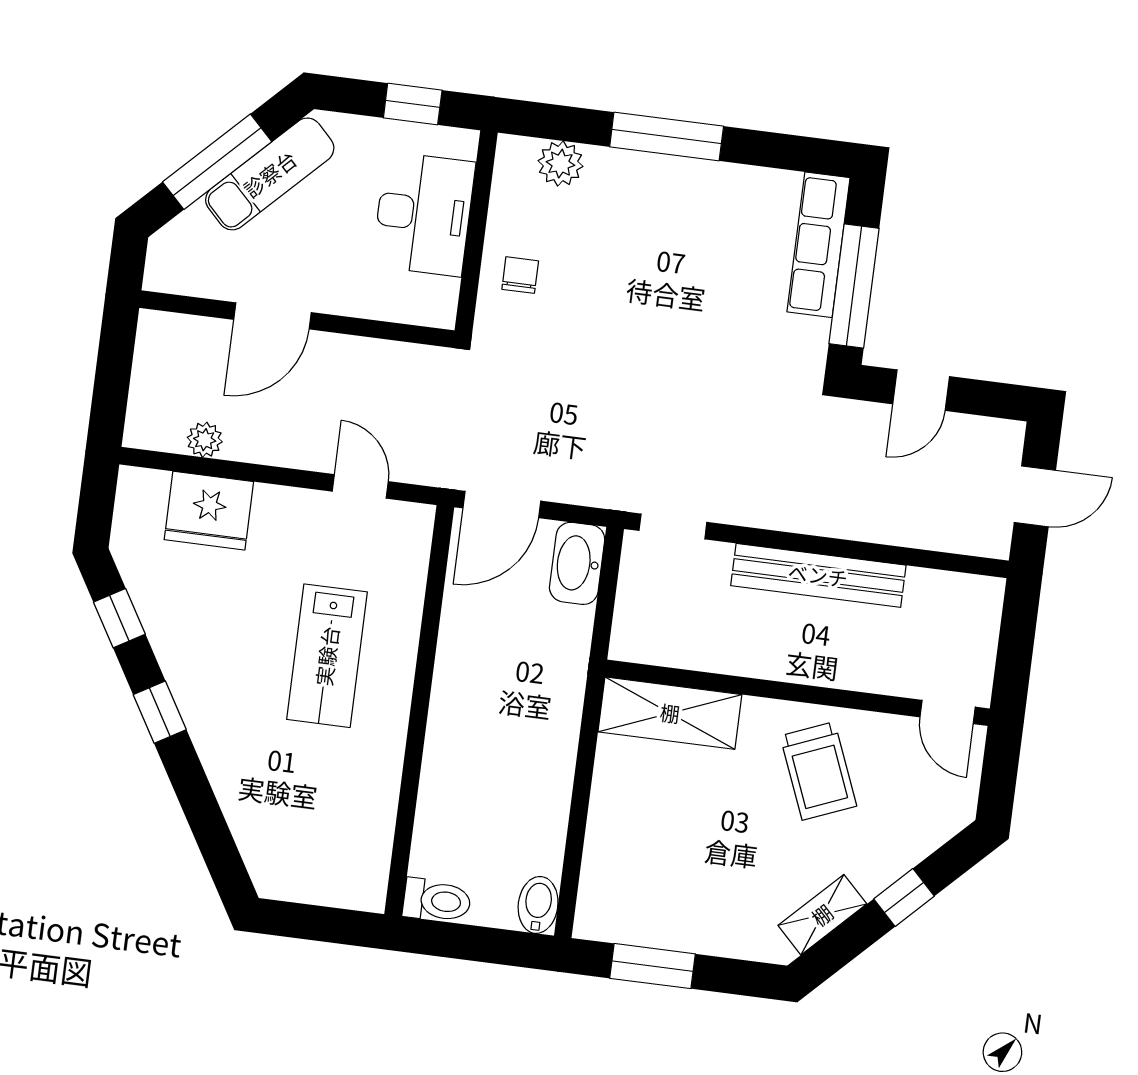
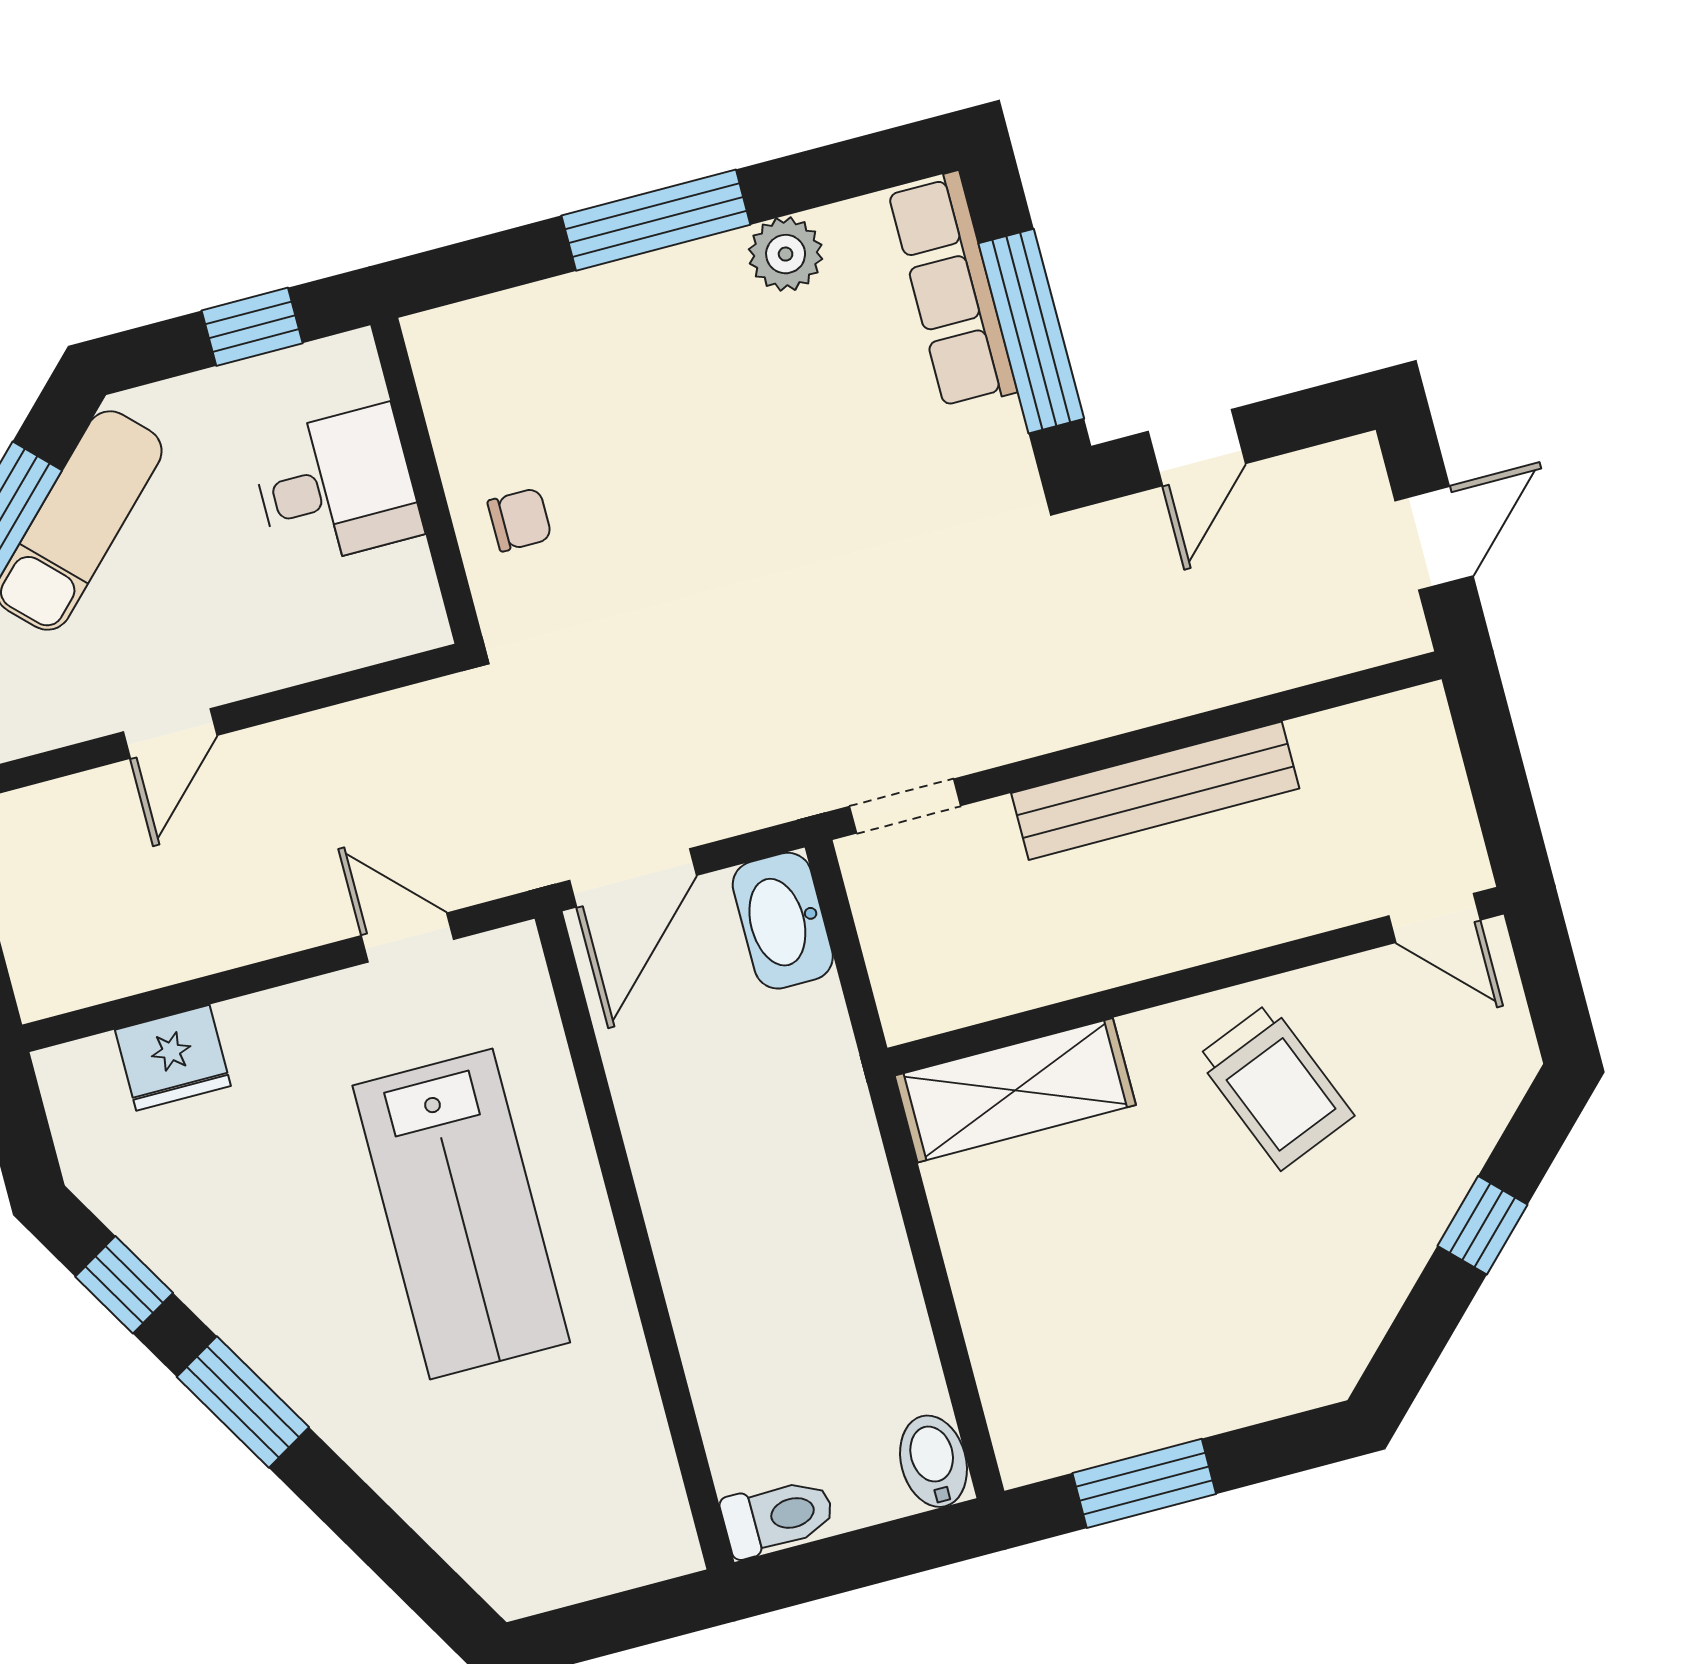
plant: (560, 164) -> (786, 254), moved
desk: (424, 214) -> (336, 486), width x0.73
chair: (520, 275) -> (520, 520), turned 90
door: (272, 316) -> (170, 734), width x0.73
plant: (205, 440) -> (144, 962), removed
fridge: (209, 511) -> (173, 1058), width x0.73, depth x0.75
lab bench: (327, 656) -> (461, 1214), width x1.36, depth x1.39
window: (160, 712) -> (243, 1402), width x1.50
shelving: (822, 915) -> (1370, 1301), removed

